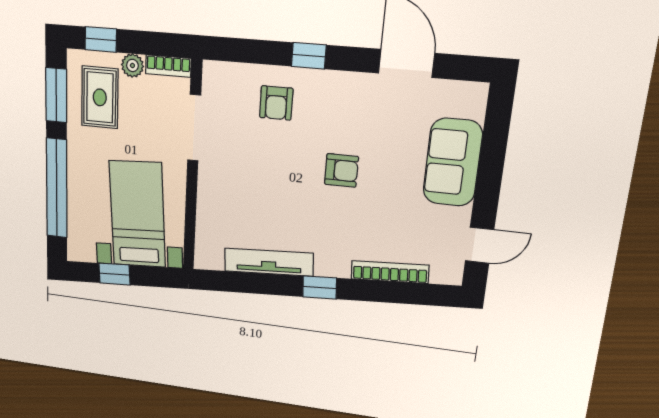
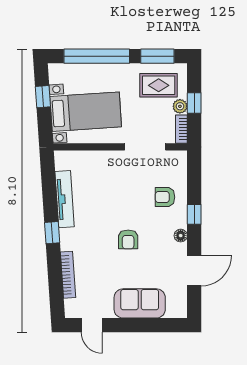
window: (101, 39) -> (194, 103), moved
floor lamp: (343, 82) -> (181, 236), added

